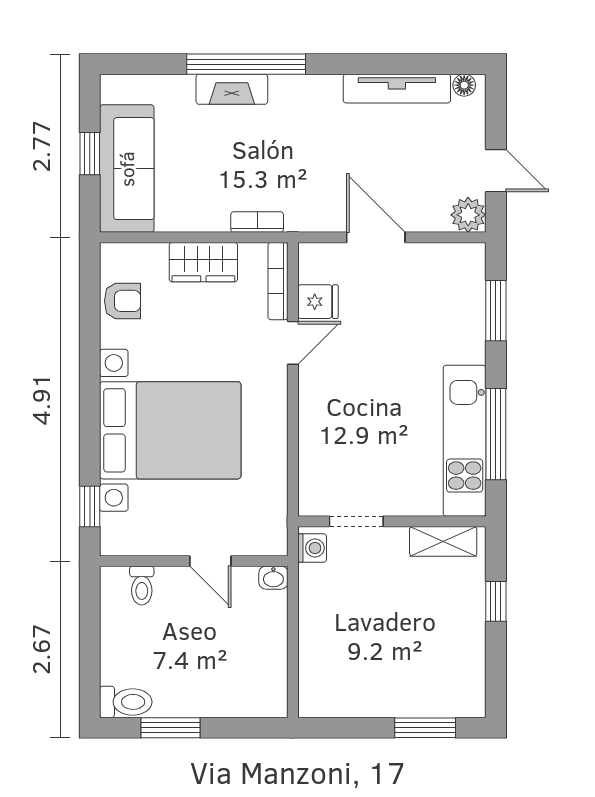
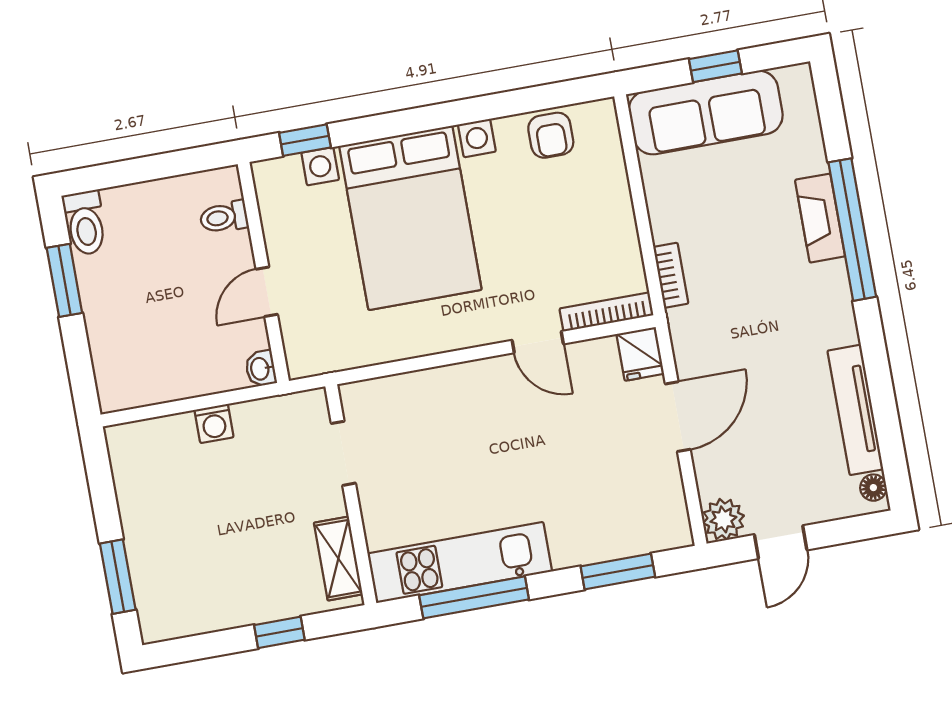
wardrobe: (203, 262) -> (613, 221), removed
fridge: (318, 302) -> (640, 354), moved
washing machine: (312, 548) -> (214, 424), moved

